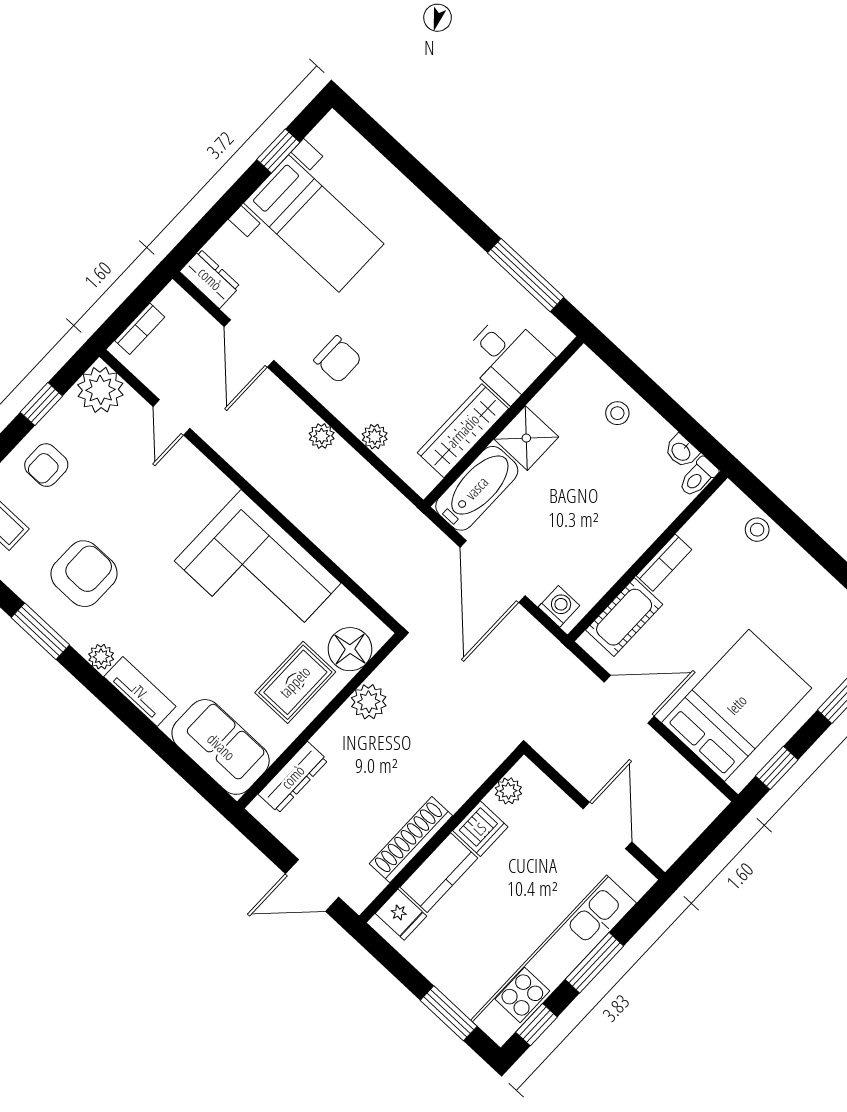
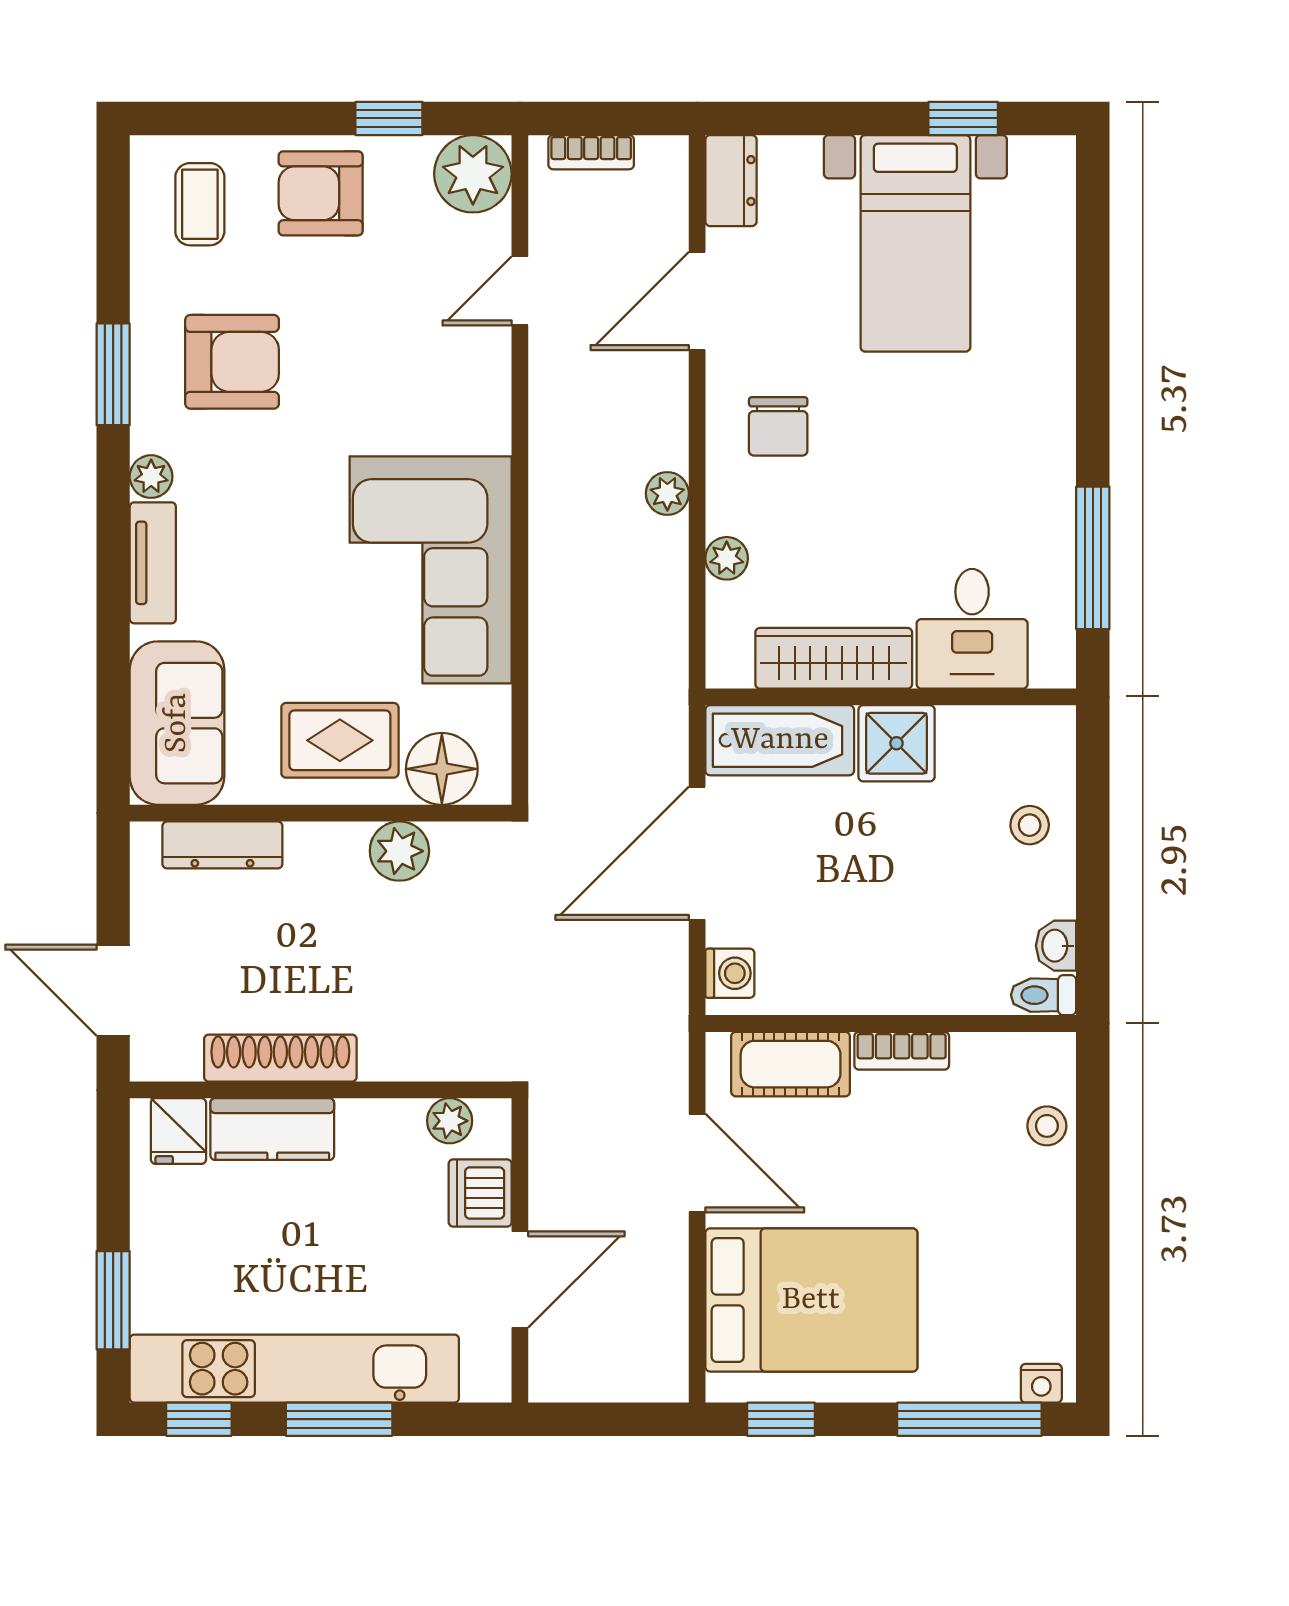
armchair: (46, 465) -> (321, 193), width x1.38, depth x1.38
dishwasher: (480, 829) -> (480, 1193), moved, turned 90

